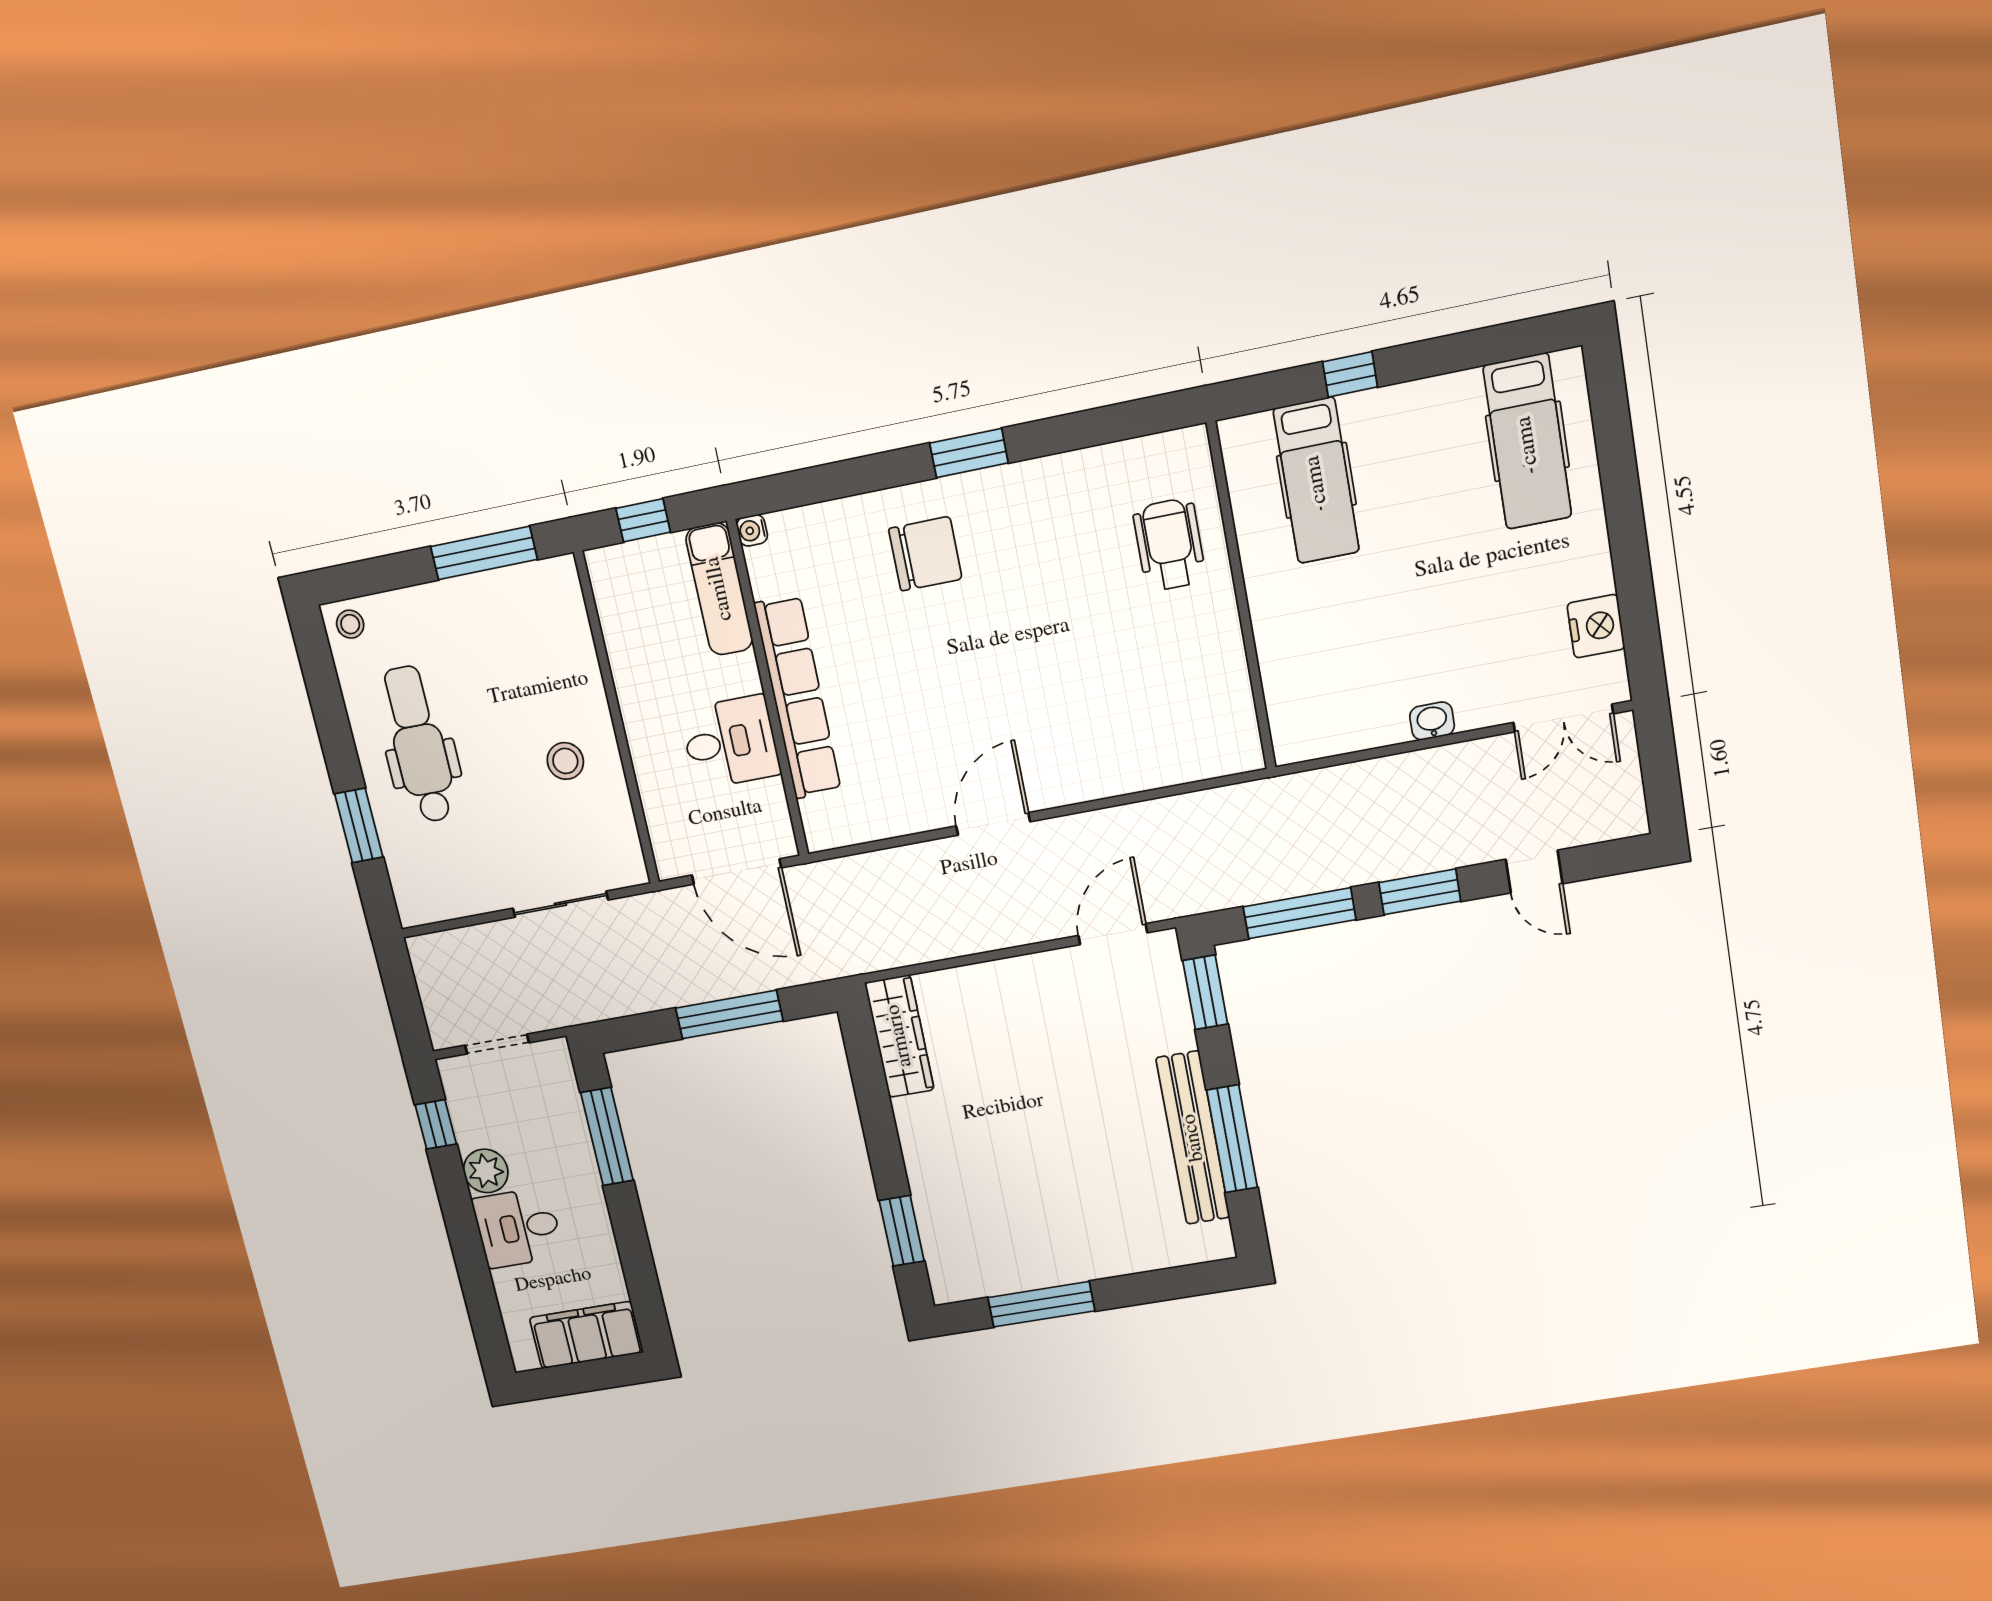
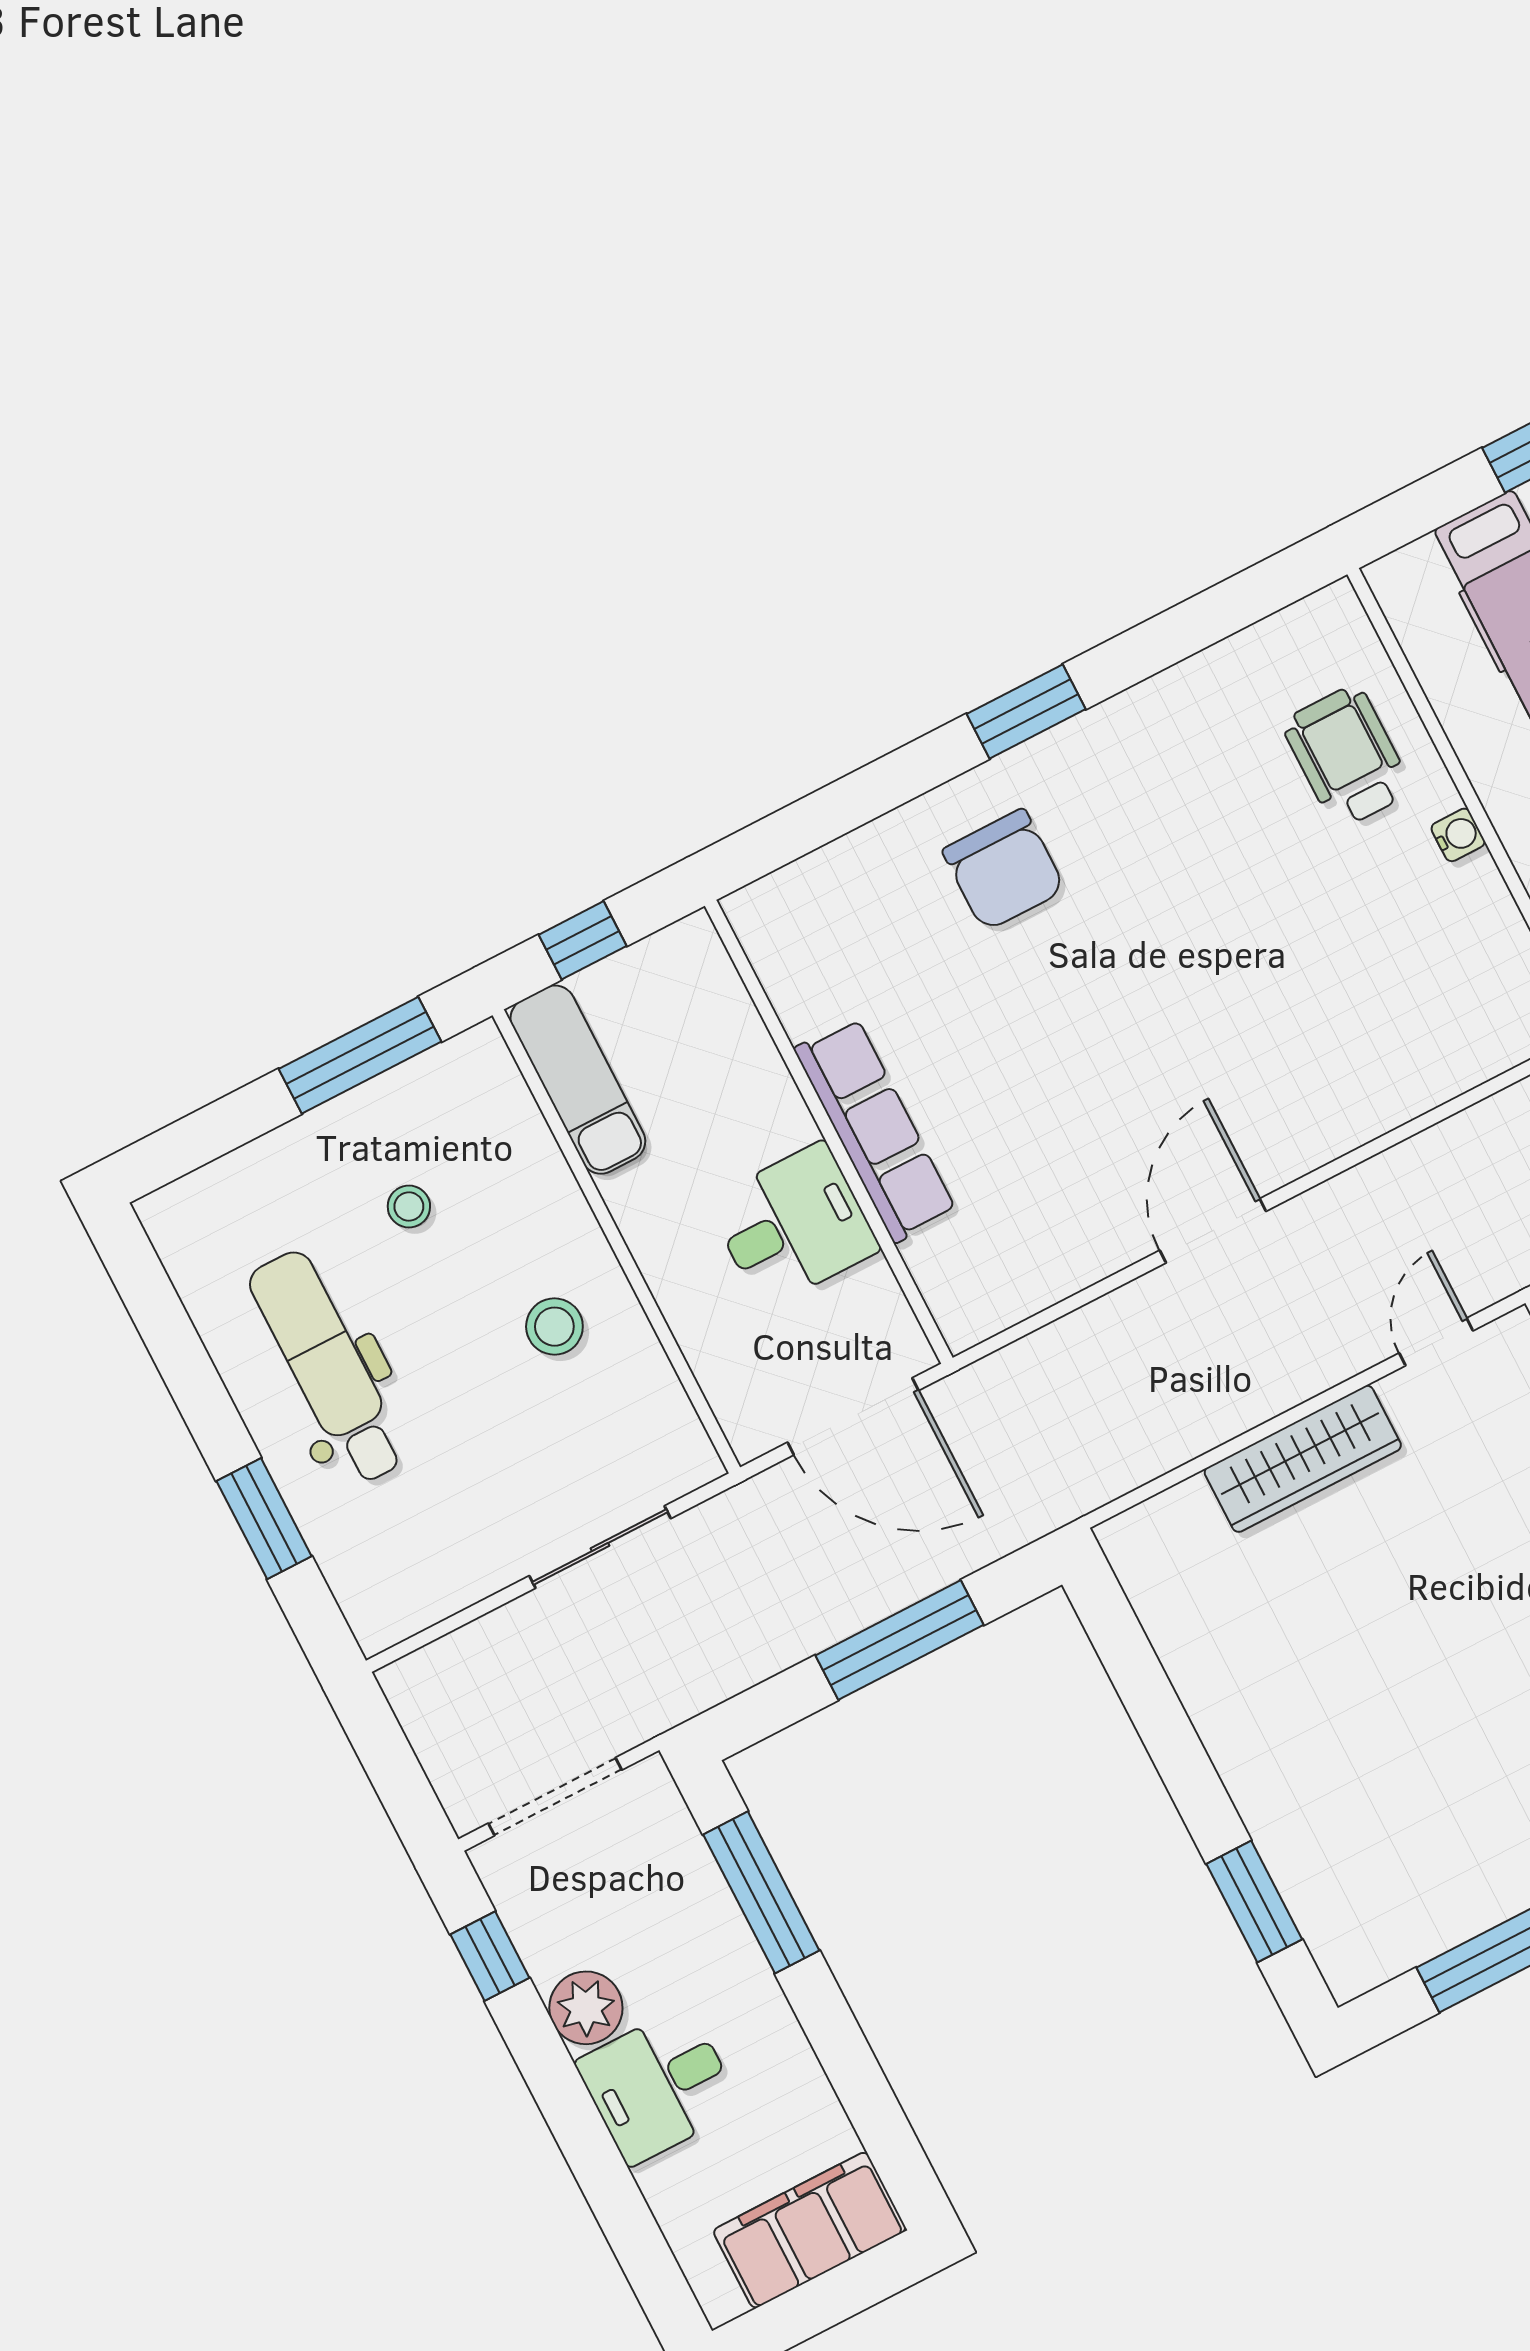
water cooler: (752, 530) -> (1458, 835), moved, turned 180
chair: (925, 554) -> (1004, 870), turned 90
exam couch: (719, 589) -> (578, 1080), moved, turned 180
stool: (350, 624) -> (409, 1206), moved
row of seats: (798, 697) -> (875, 1130), width x0.73
door: (1113, 934) -> (1436, 1342), width x0.73
wardrobe: (899, 1036) -> (1303, 1459), moved, turned 90
doorway: (497, 1044) -> (555, 1797), width x1.38

